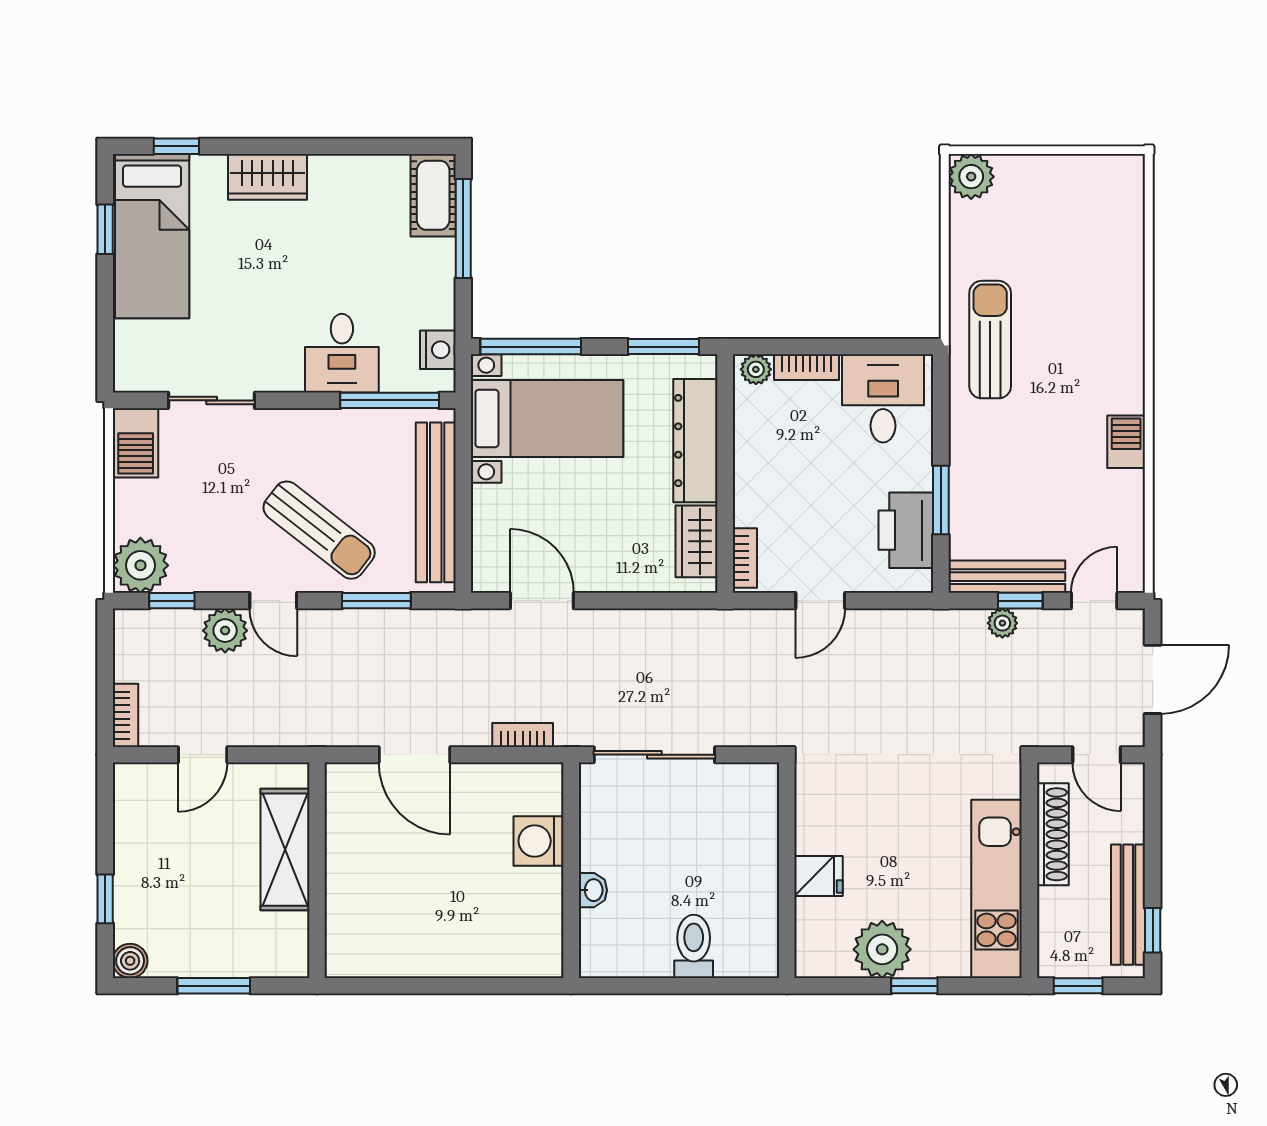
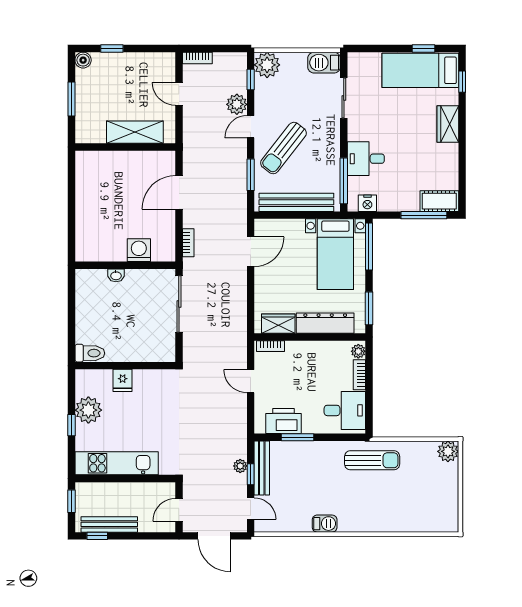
shoe rack: (1053, 834) -> (142, 489), removed
toilet: (694, 946) -> (90, 353), moved

